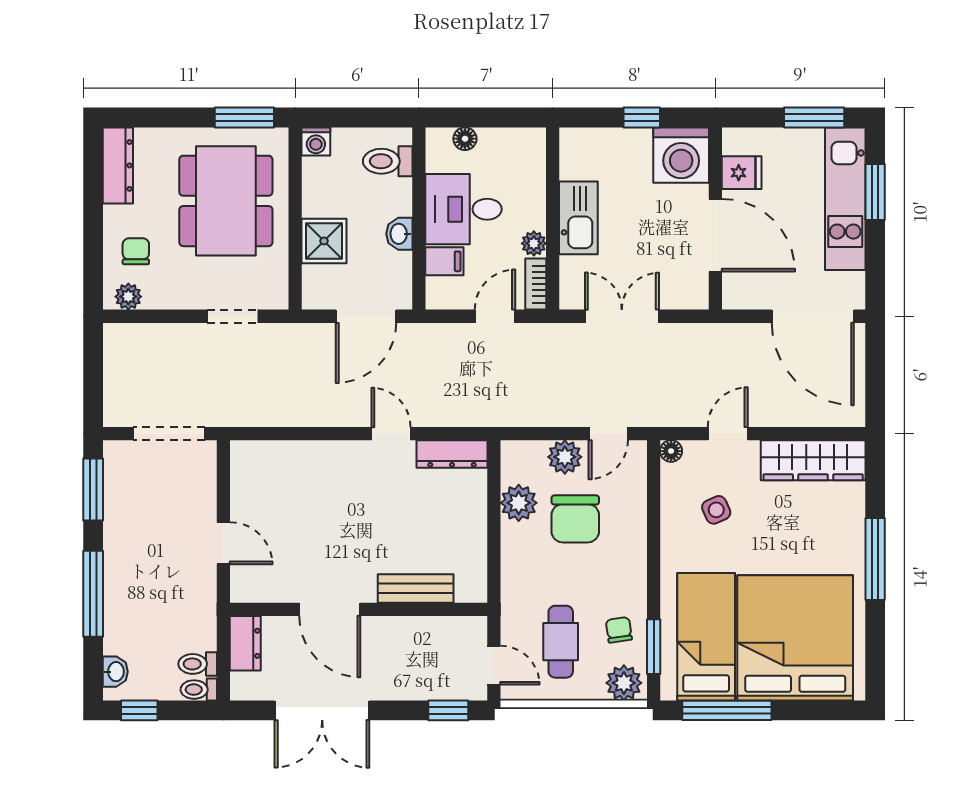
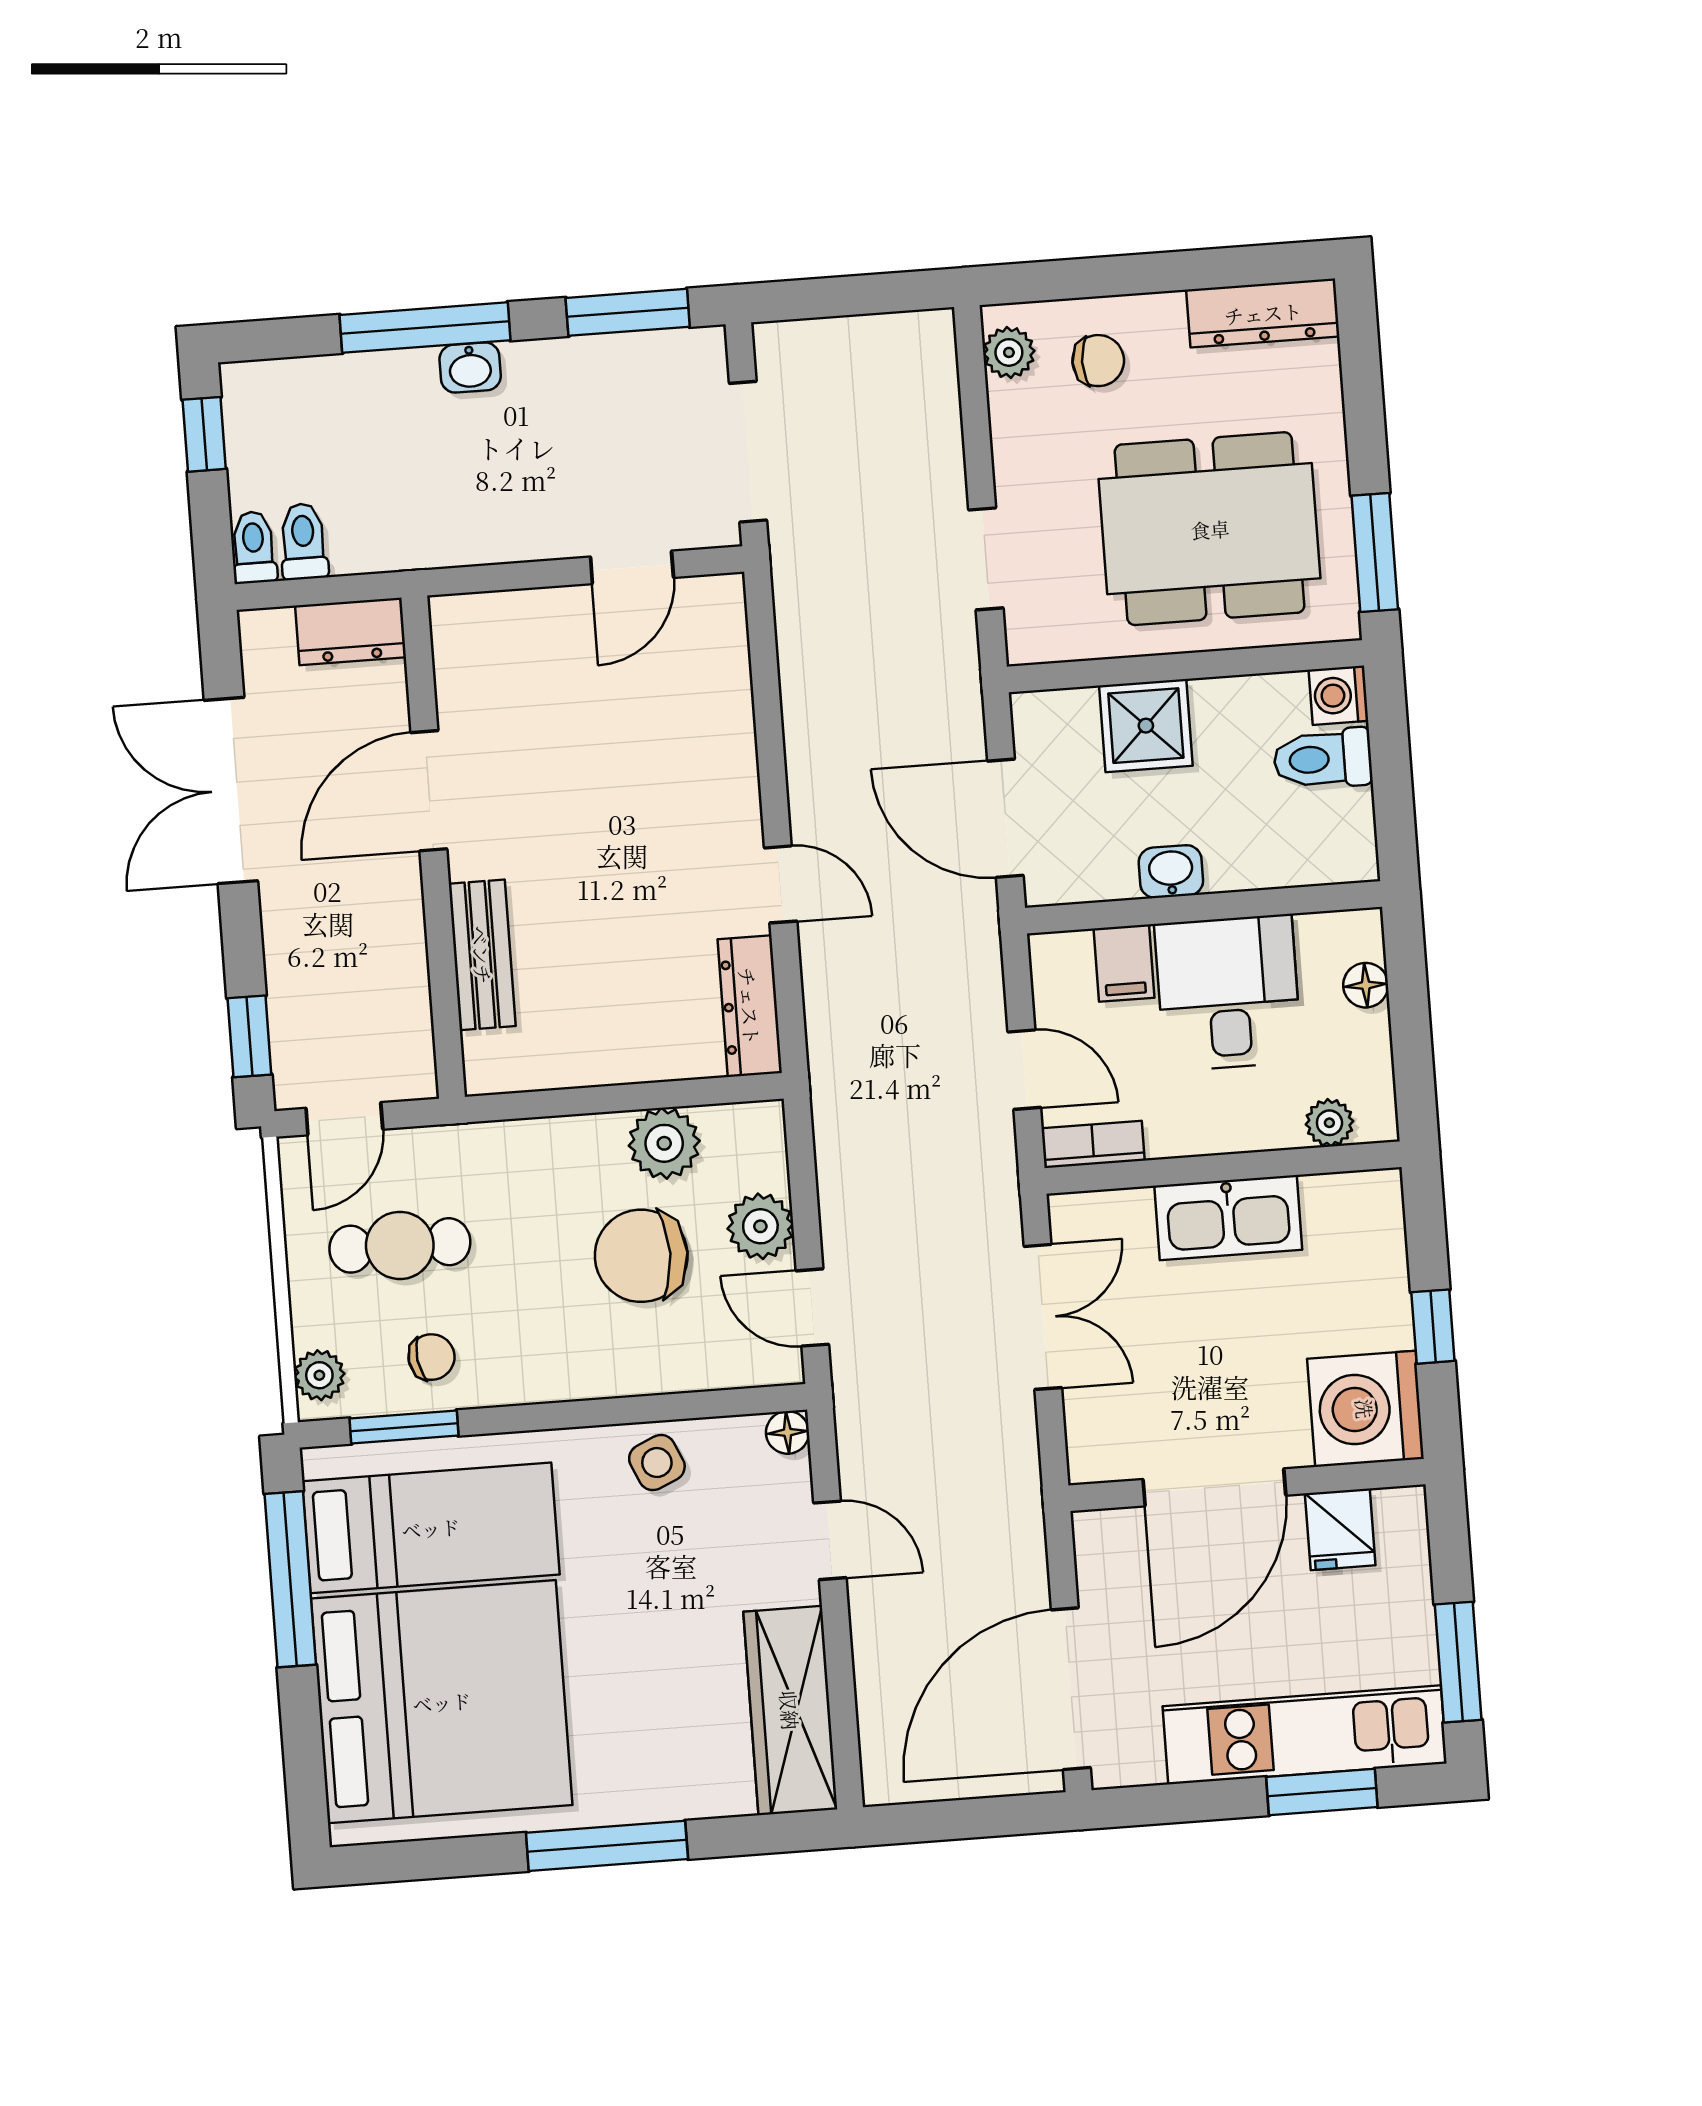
toilet: (388, 161) -> (1323, 759), moved, turned -90
plant: (534, 243) -> (1329, 1123), moved
door: (391, 434) -> (781, 884), hinge flipped
side table: (716, 510) -> (657, 1463), moved
door: (223, 543) -> (632, 567), moved
washbasin: (115, 672) -> (470, 368), moved
plant: (624, 683) -> (319, 1375), width x0.73, depth x0.73

